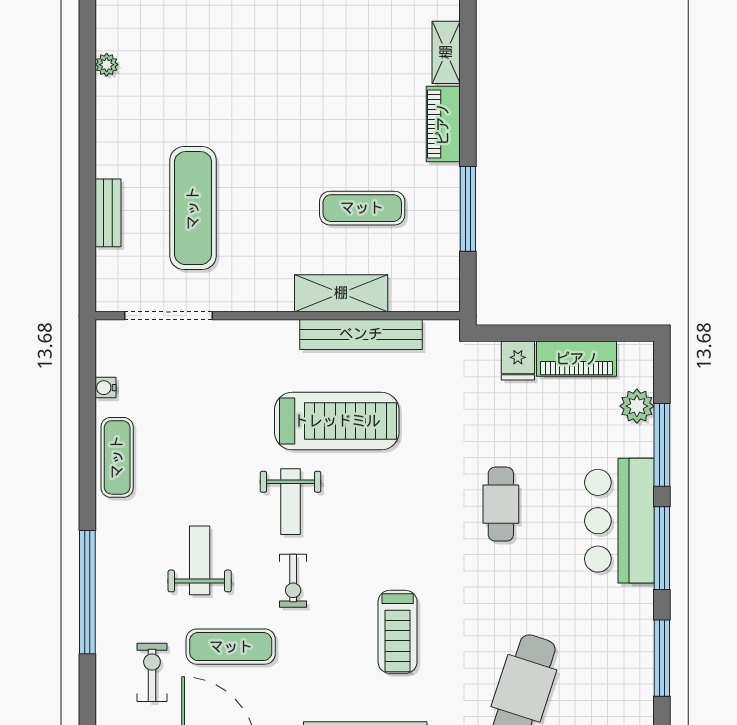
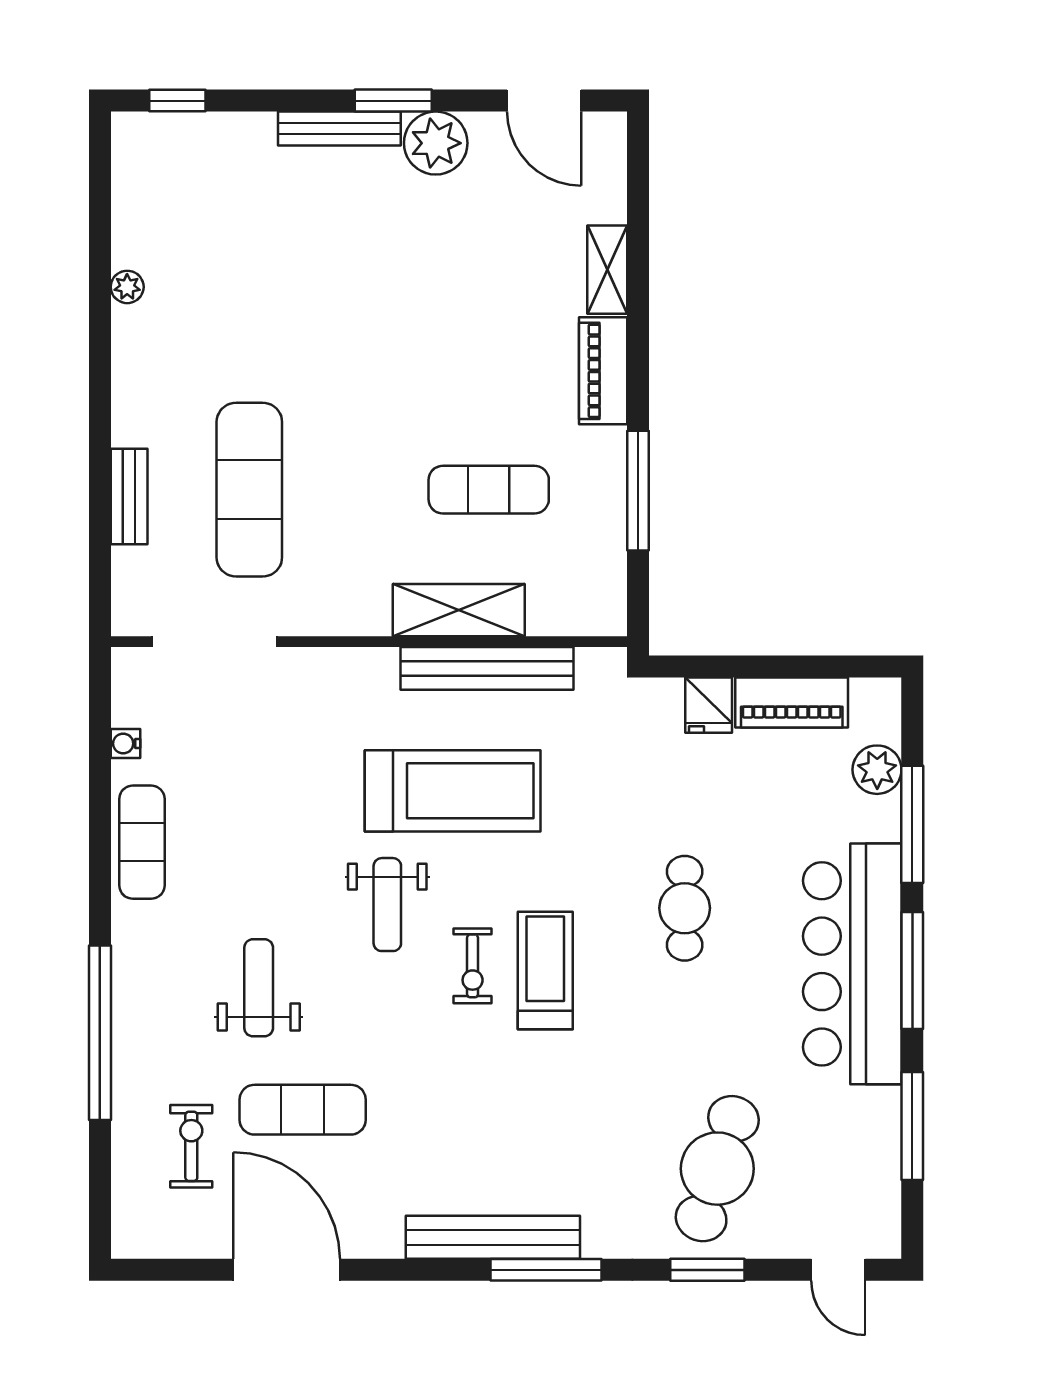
bar counter: (619, 521) -> (852, 964), width x1.36
exercise bike: (293, 581) -> (473, 966), moved
treadmill: (398, 632) -> (545, 971), moved, turned 180

